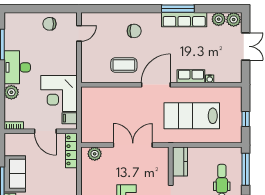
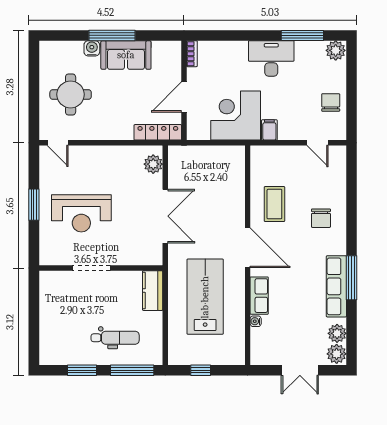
plant: (11, 92) -> (336, 50), moved
filing cabinet: (70, 118) -> (269, 130), moved
kitchen counter: (180, 162) -> (153, 291), moved, turned 90

